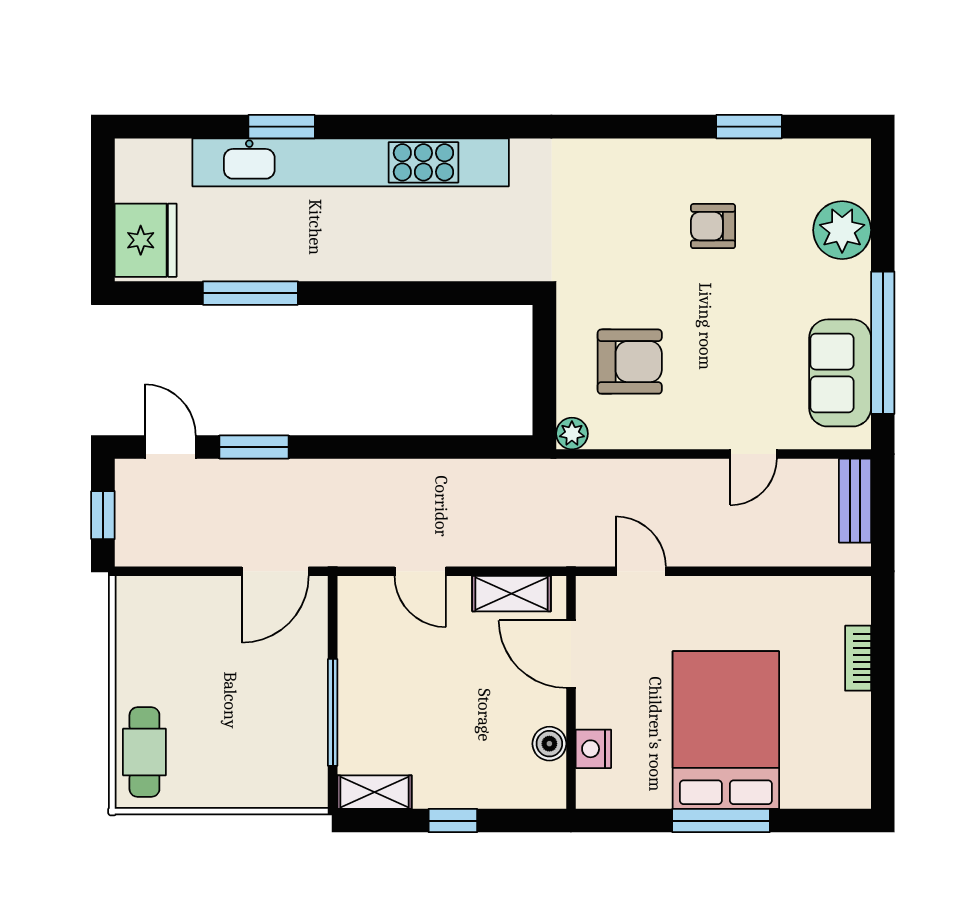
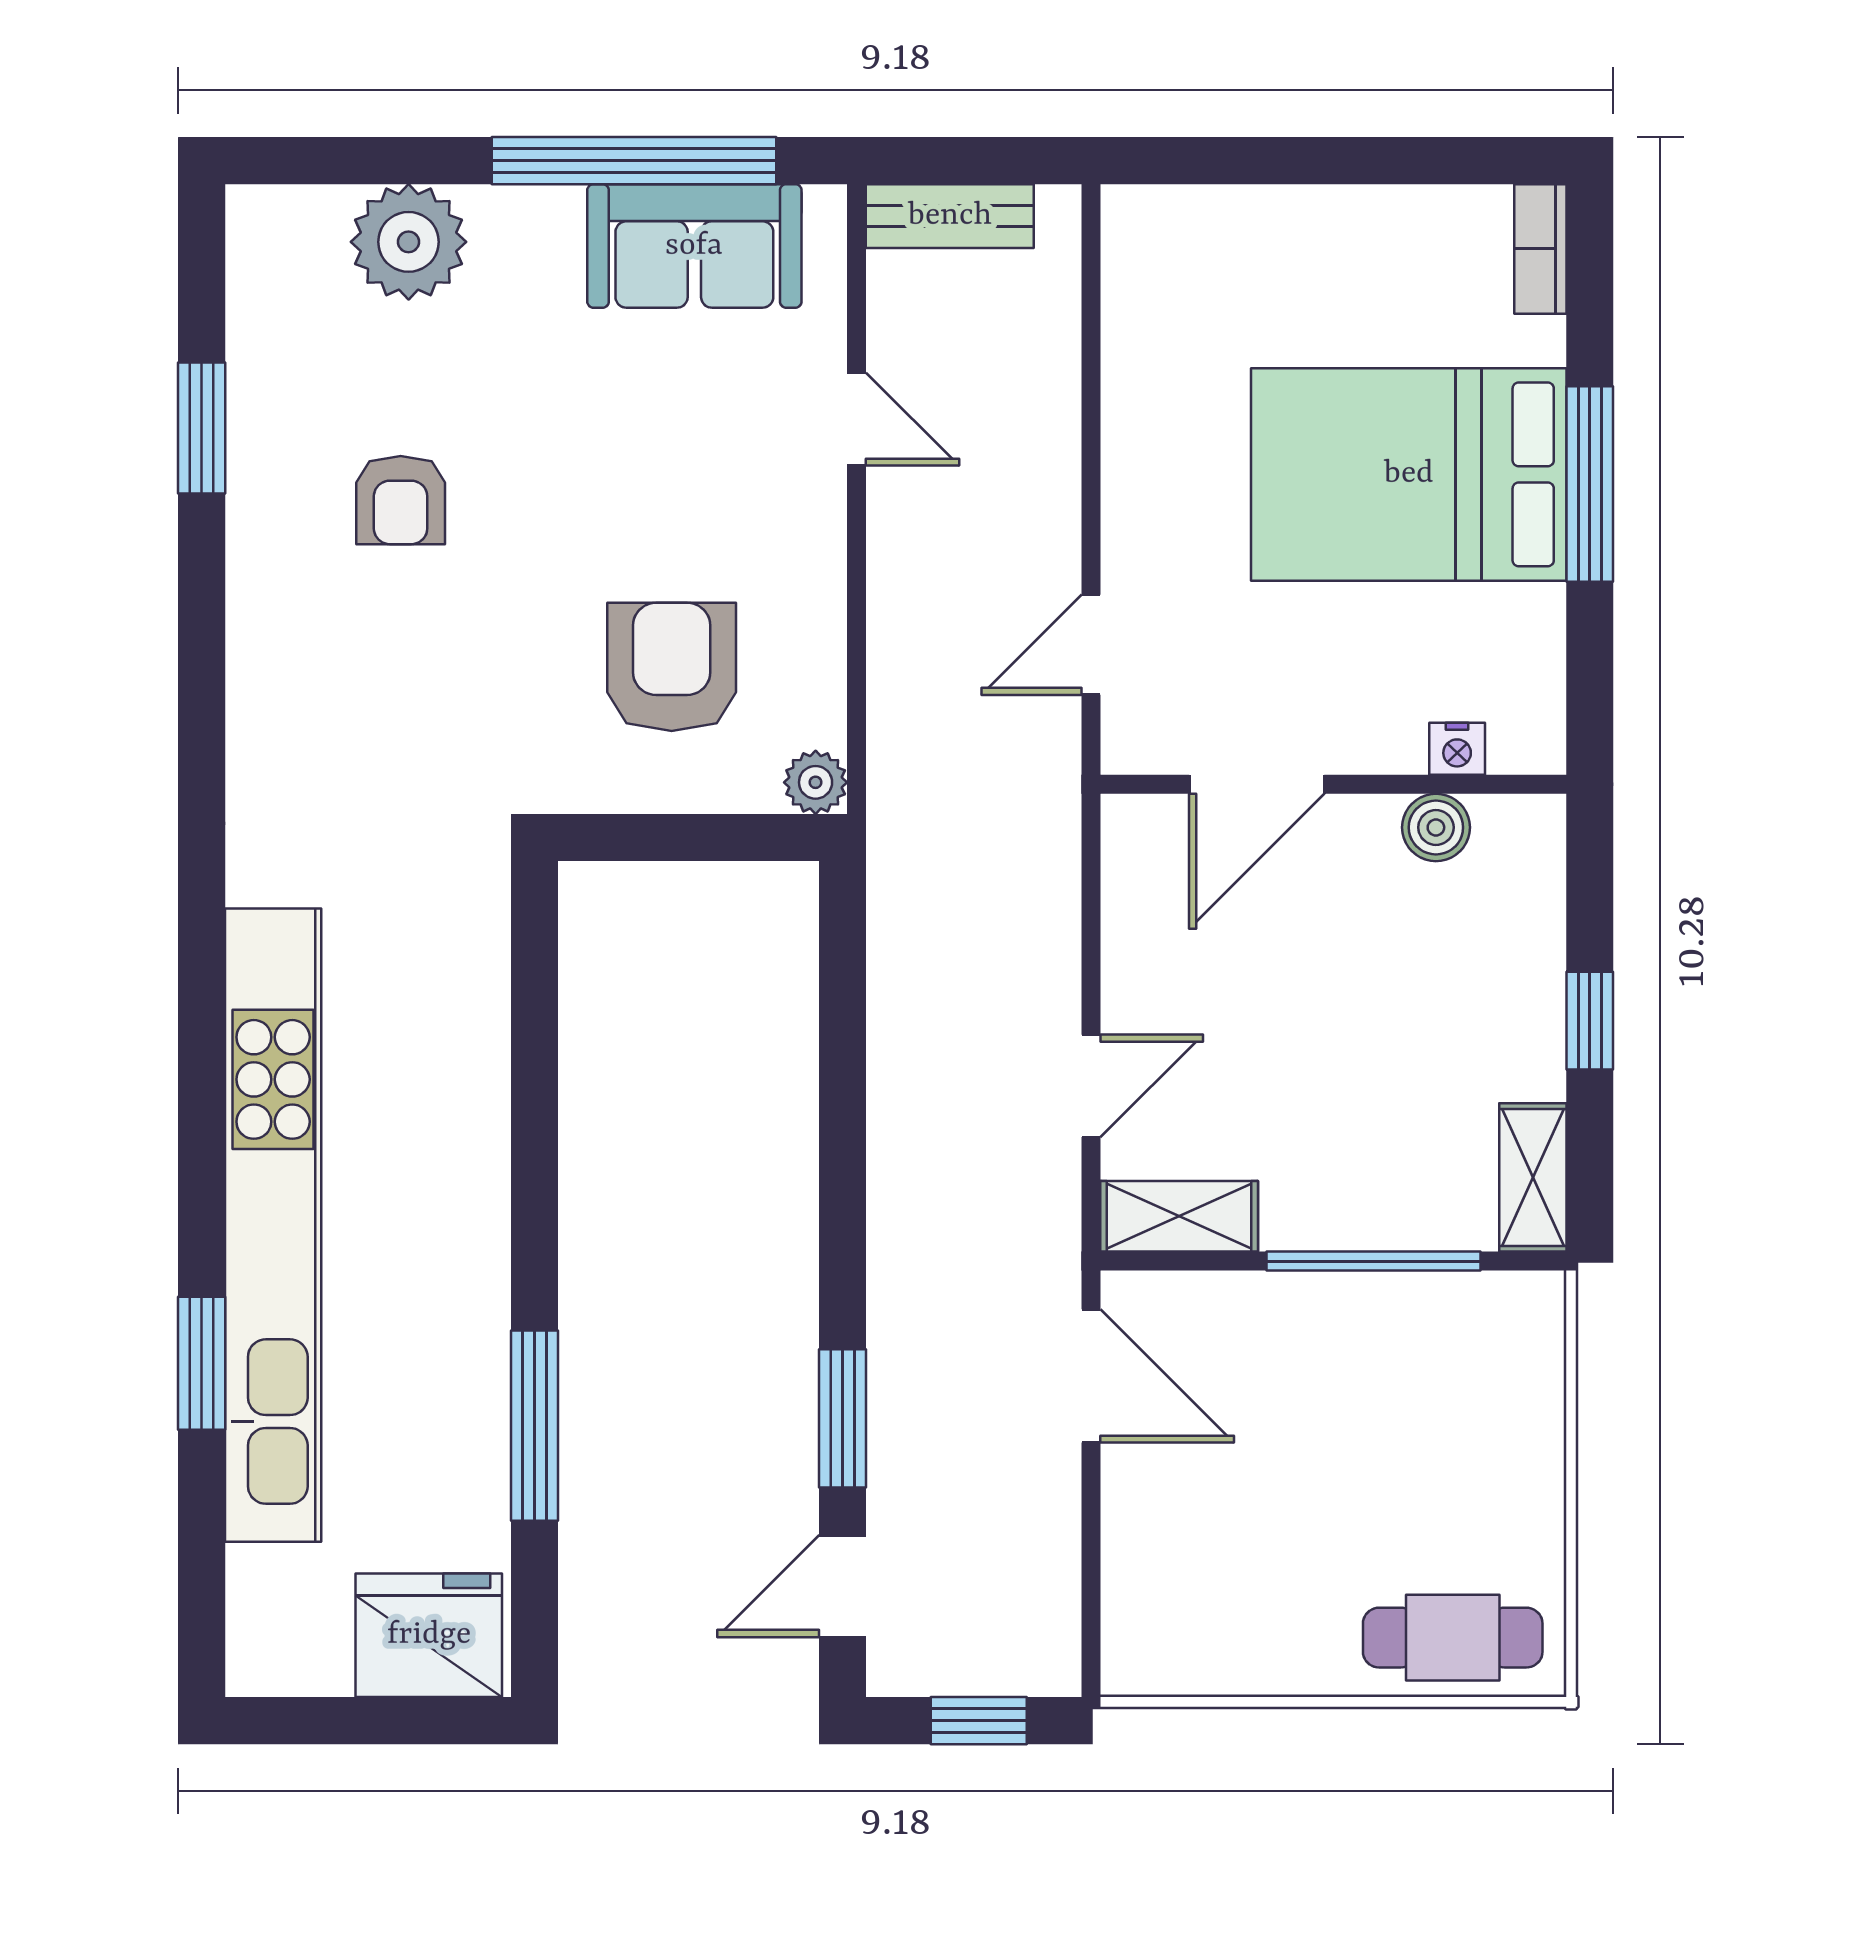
shelving: (512, 594) -> (1179, 1216), moved, turned 90
bookcase: (858, 658) -> (1540, 249), moved, turned 90
nightstand: (593, 749) -> (1457, 749), width x0.72, depth x0.74

